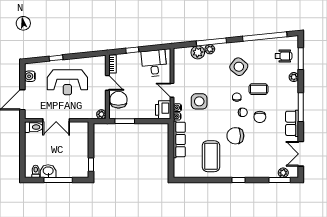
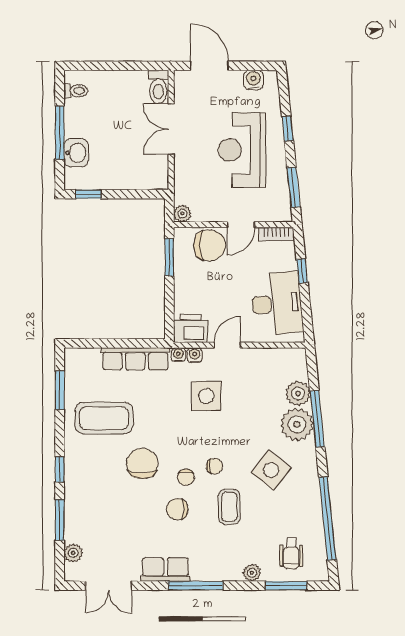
plant: (210, 49) -> (297, 424), width x1.88, depth x1.88
window: (87, 55) -> (294, 187), added
desk: (154, 63) -> (277, 303), width x1.37
double door: (301, 154) -> (108, 586), swing flipped
washbasin: (48, 171) -> (76, 153), moved
window: (196, 180) -> (60, 390), added
window: (280, 180) -> (60, 520), moved

